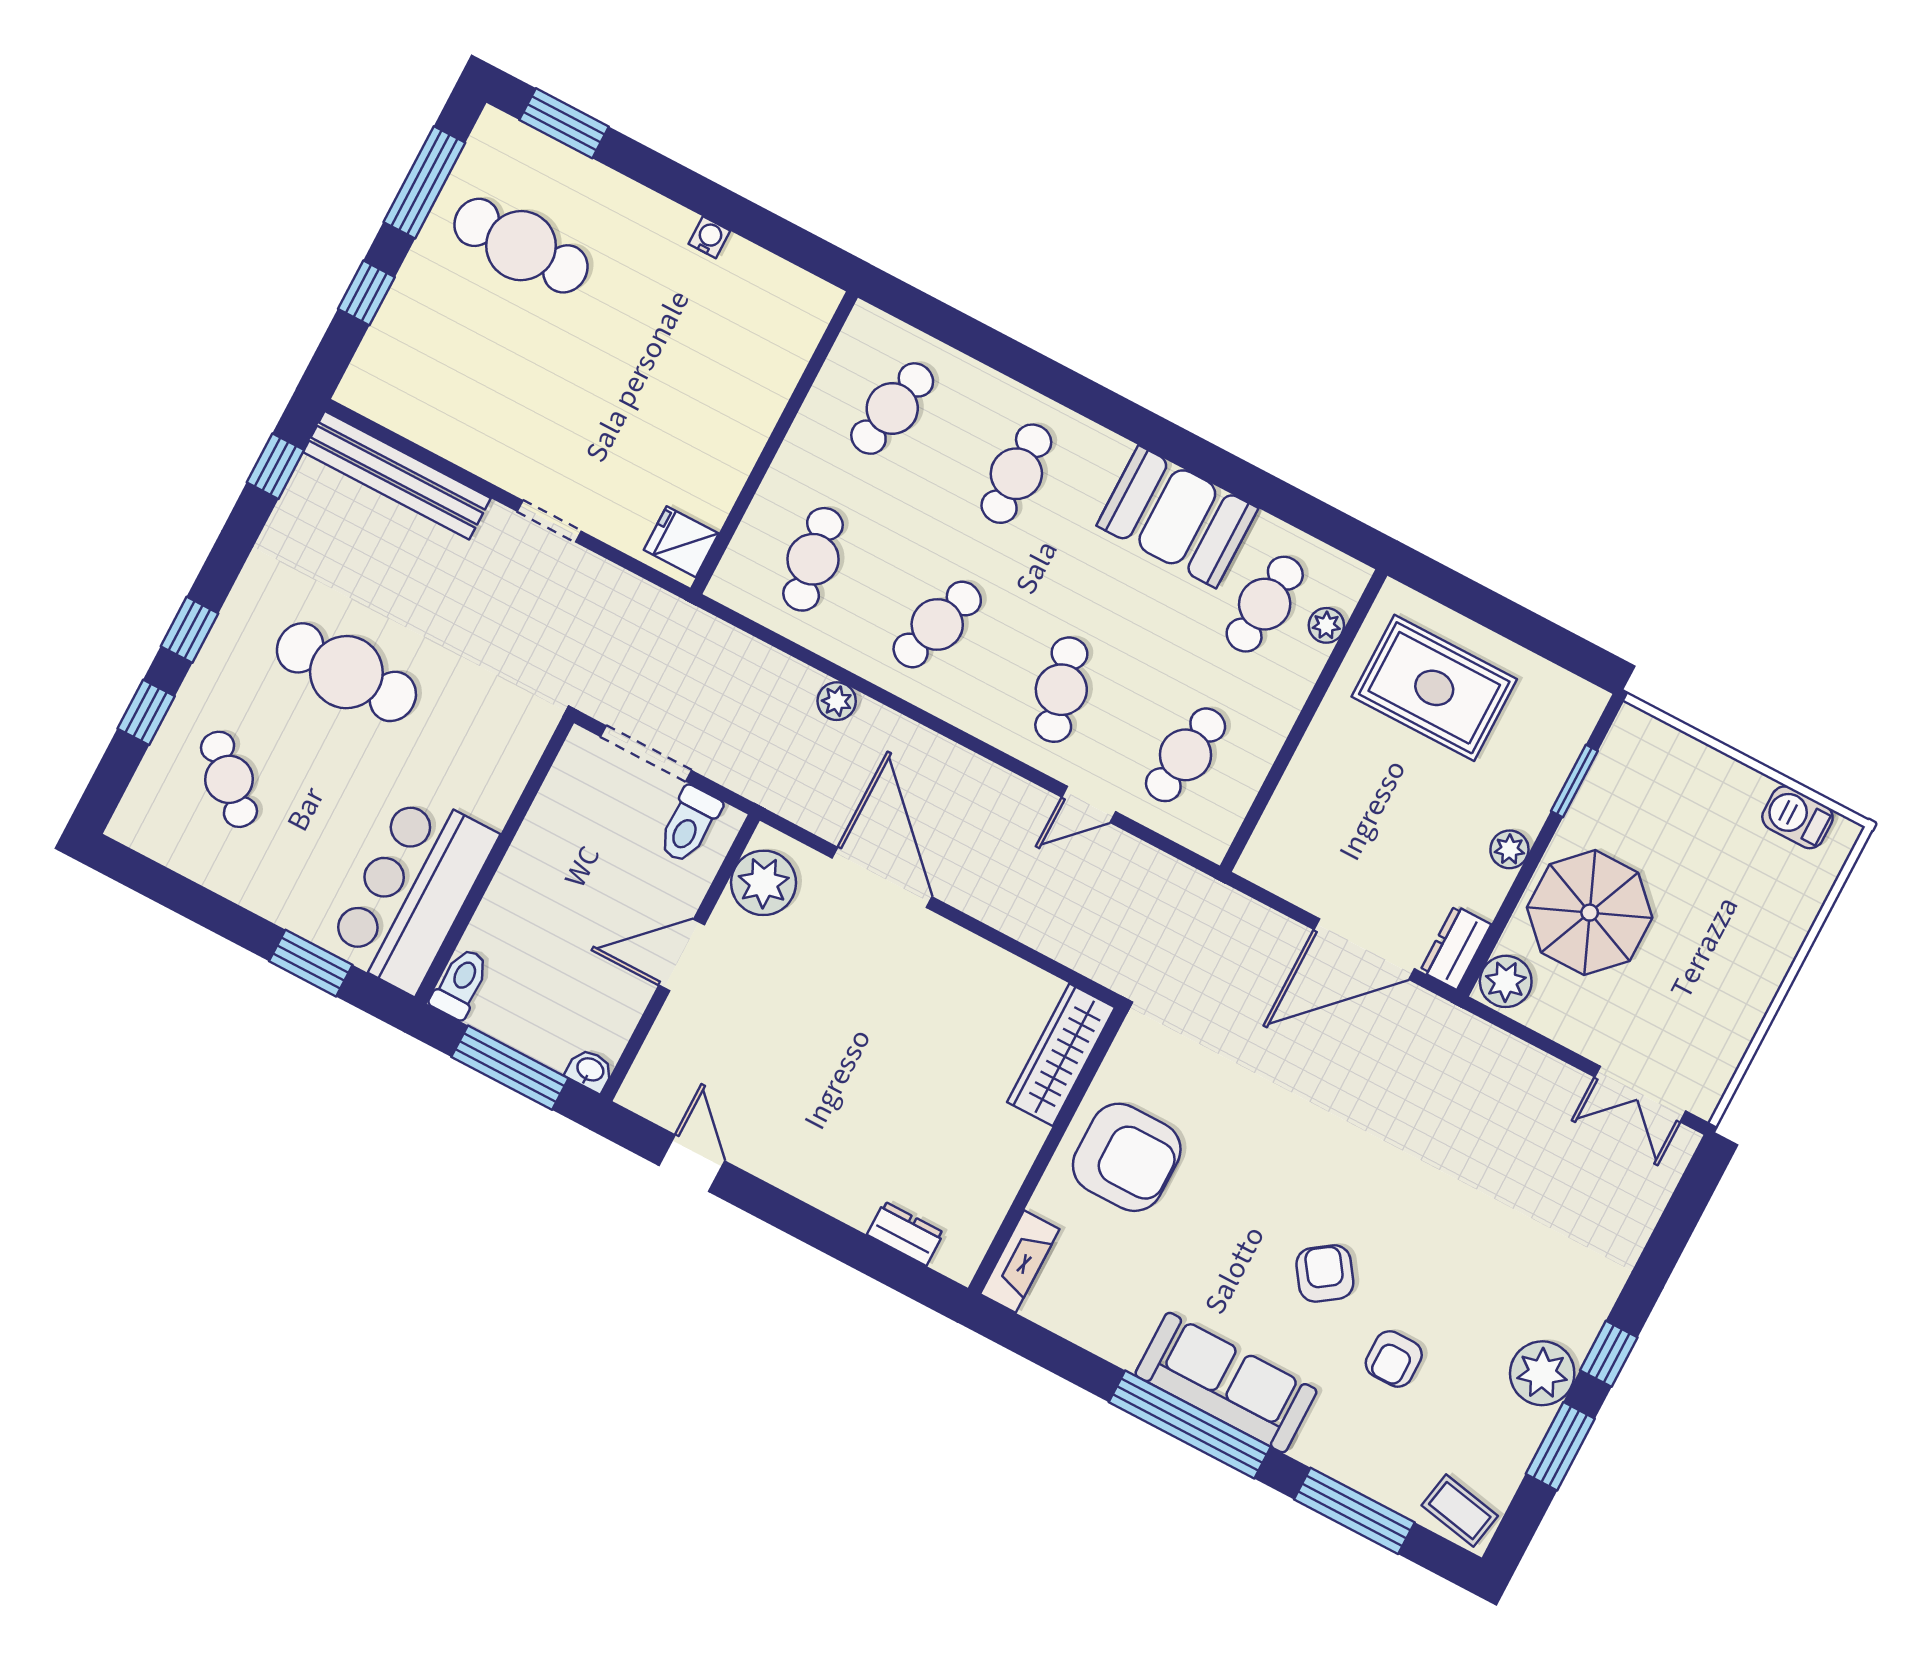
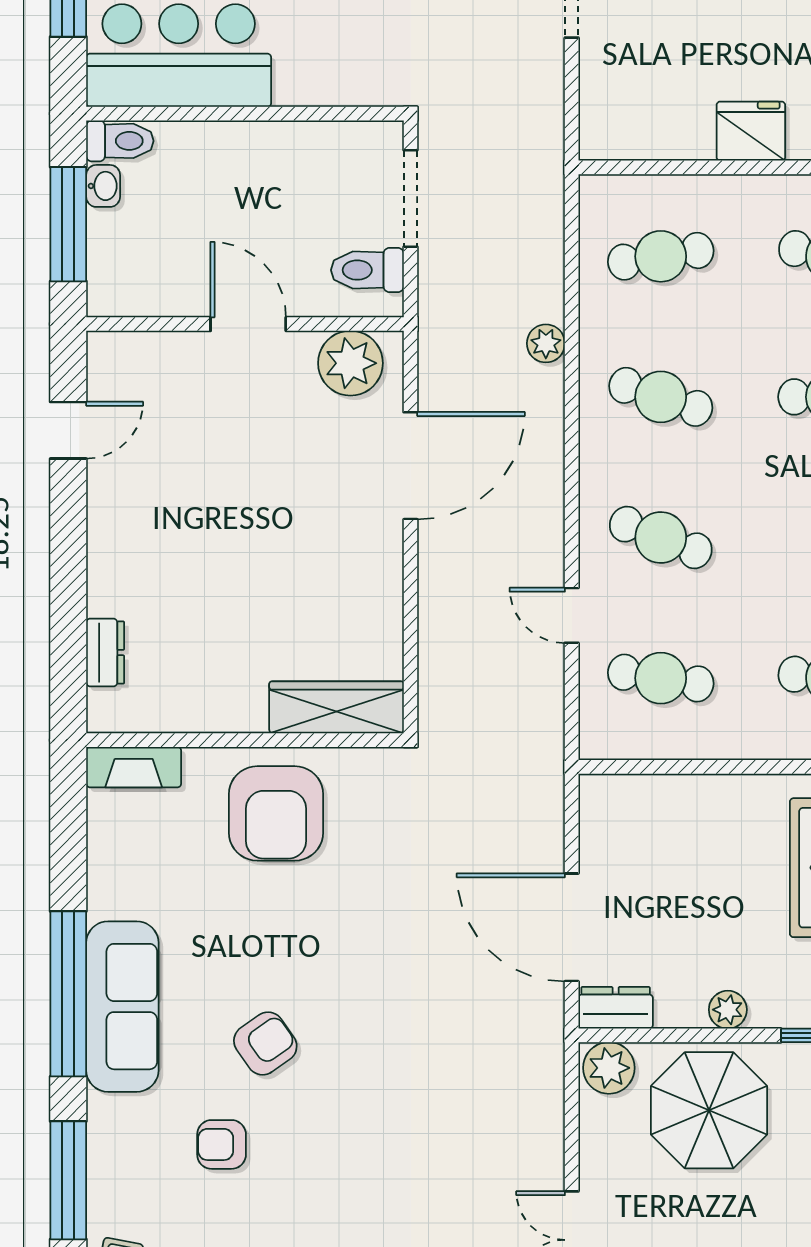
fridge: (681, 542) -> (751, 131), moved, width x1.38
cafe table: (1061, 690) -> (661, 537), turned 36
washbasin: (590, 1070) -> (103, 186), moved

